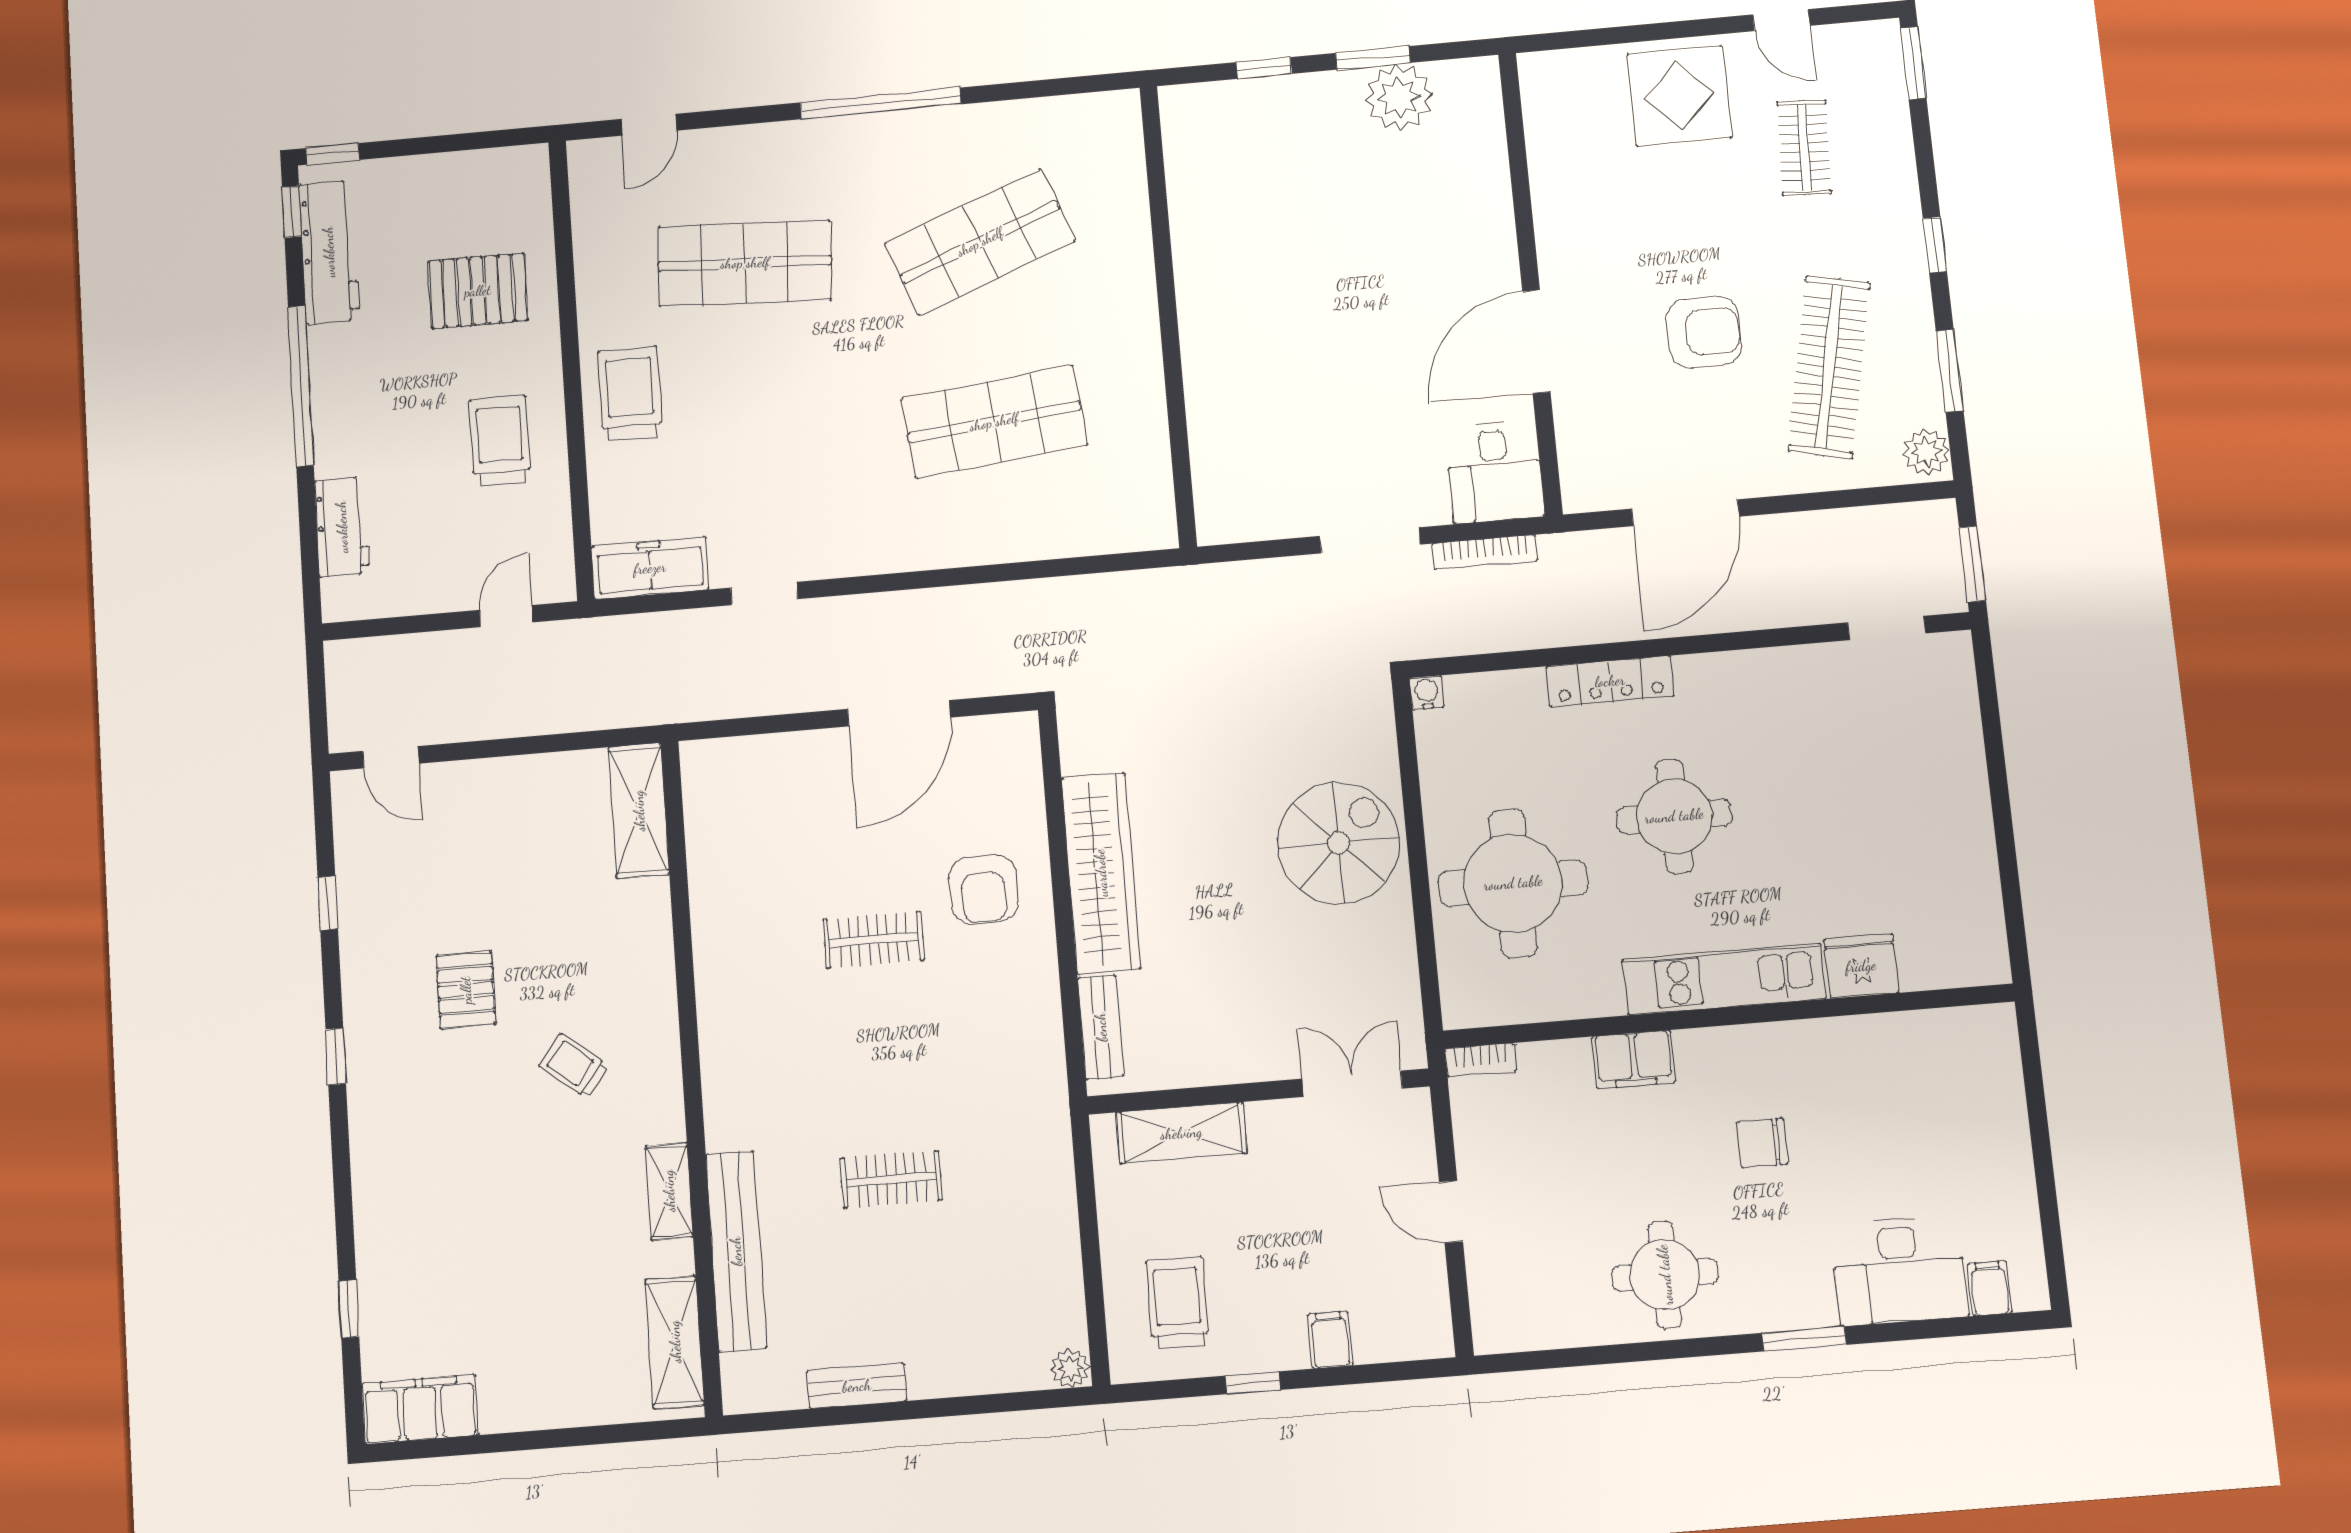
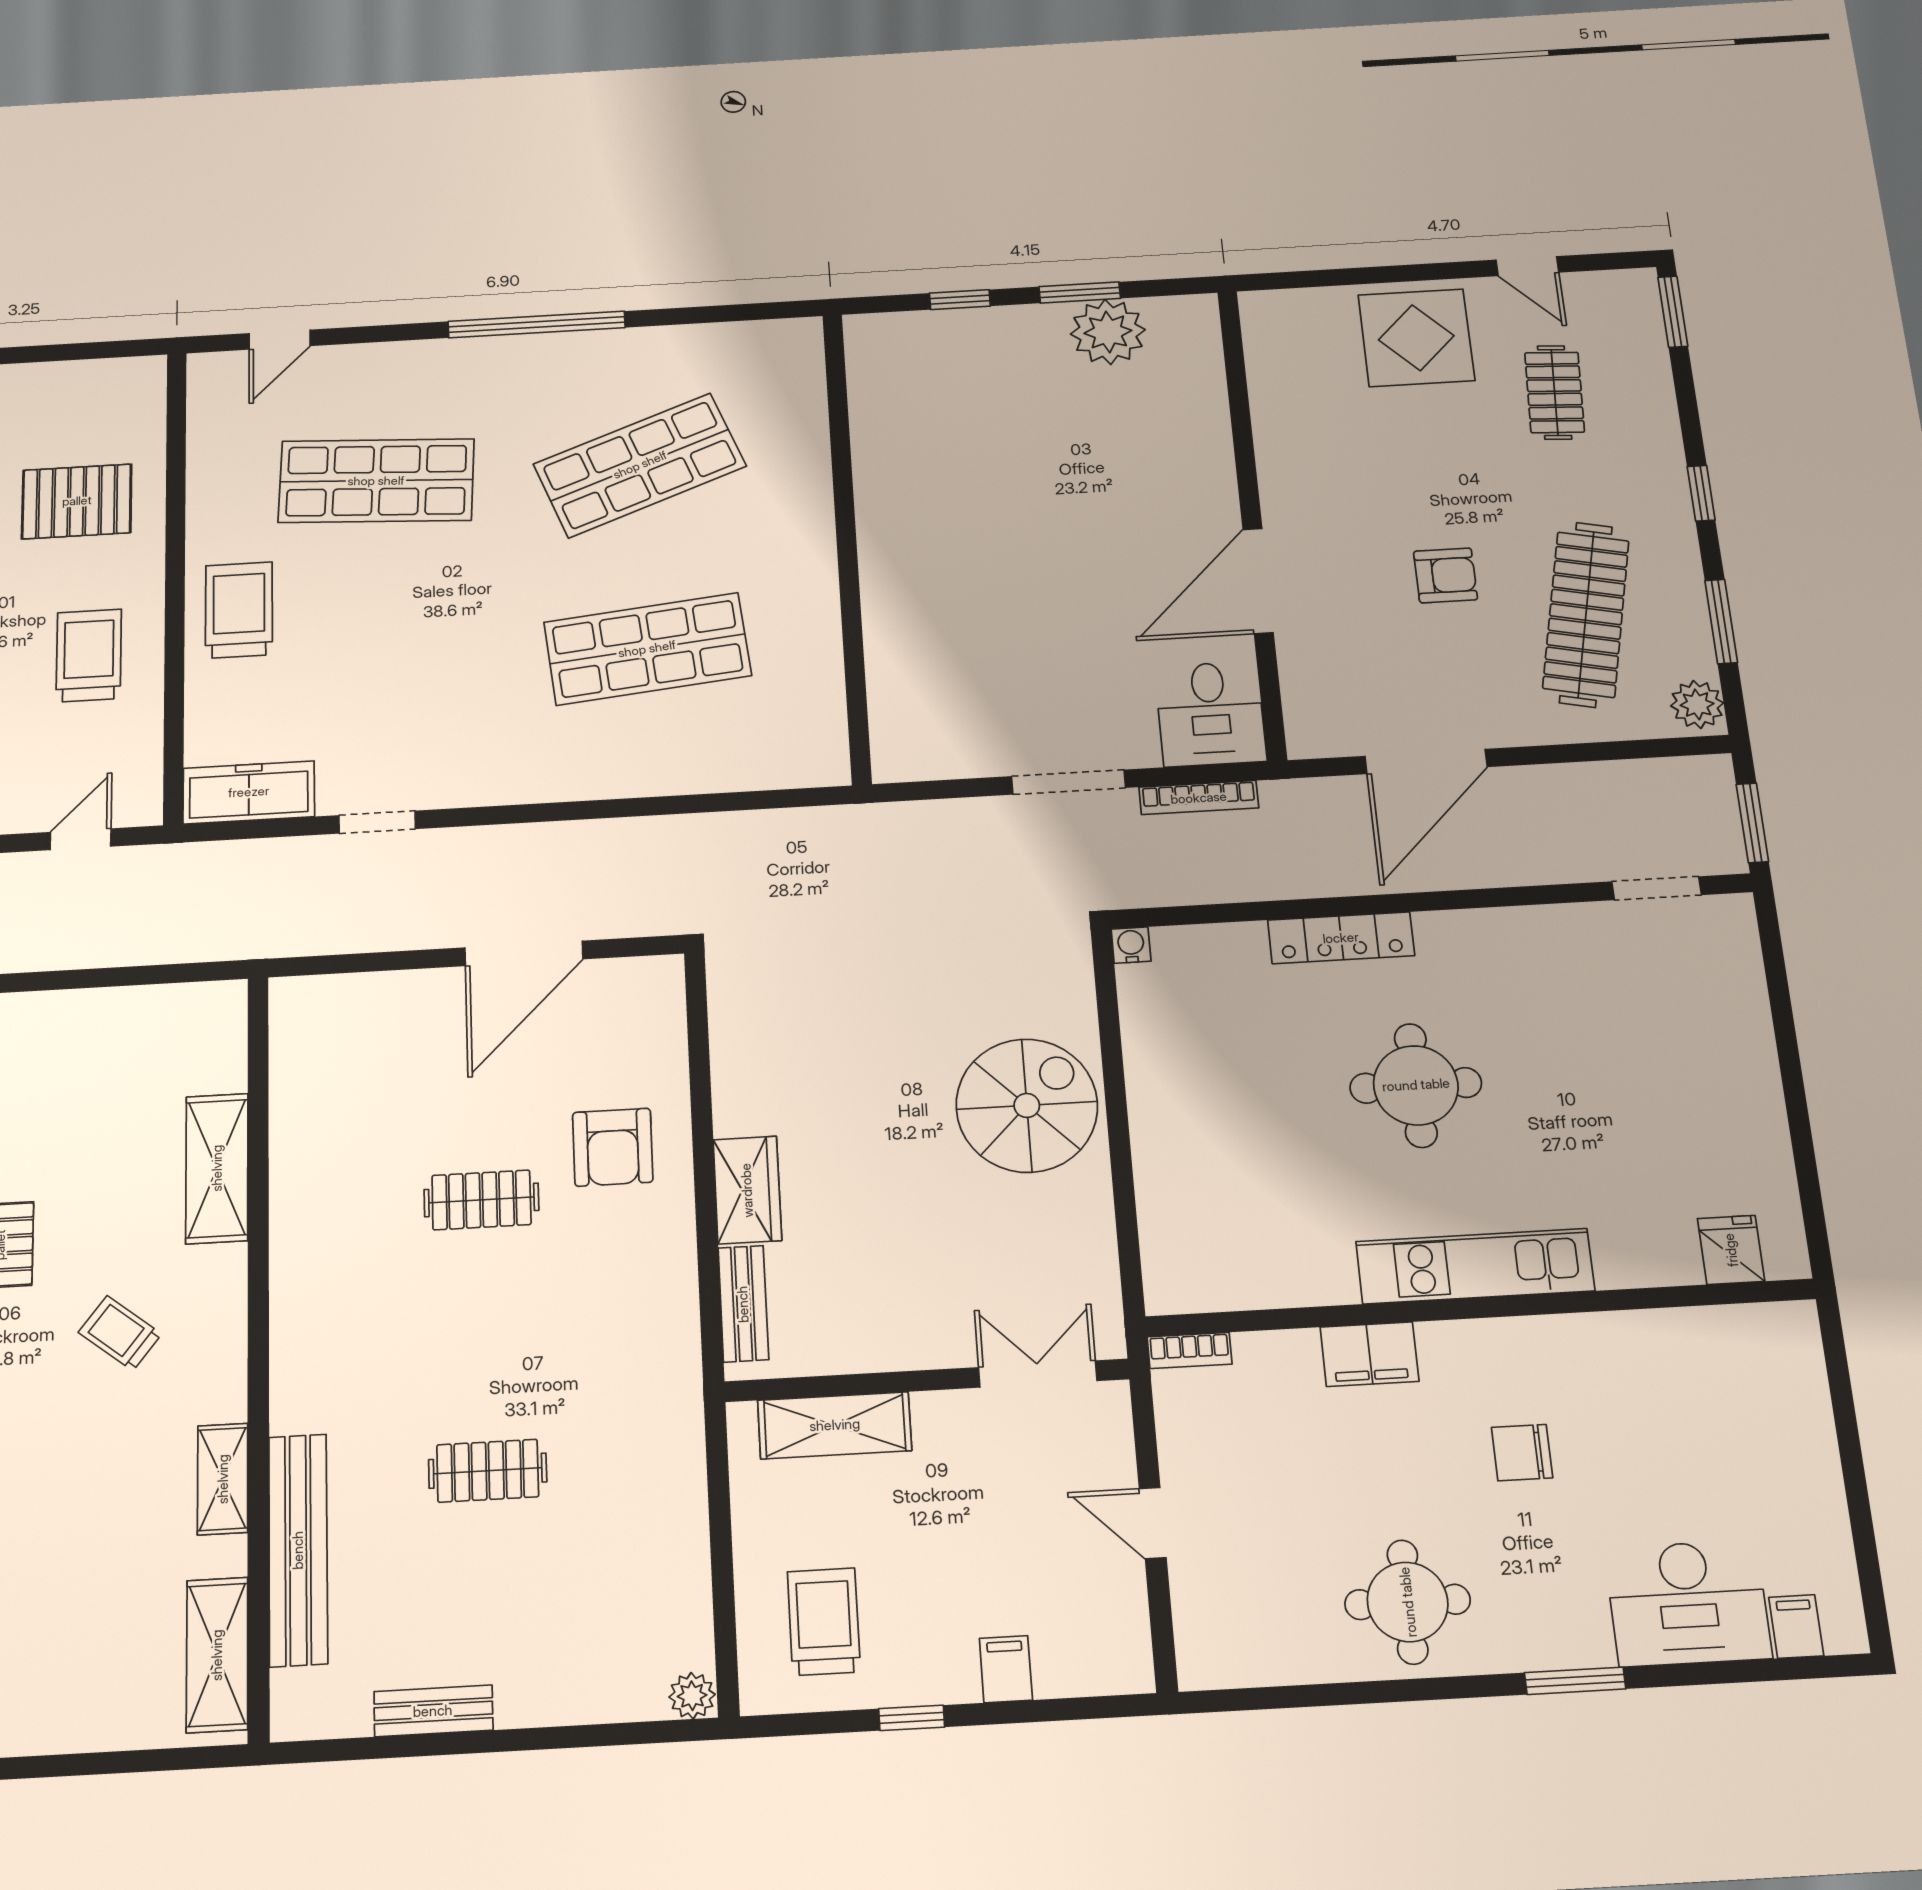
armchair: (1704, 332) -> (1446, 575), width x0.72, depth x0.72
shelving: (639, 811) -> (217, 1168), moved
wardrobe: (1101, 873) -> (747, 1190), width x0.48, depth x0.85
round table: (1513, 883) -> (1229, 1154), removed
fridge: (1861, 966) -> (1731, 1250), moved, width x0.72

